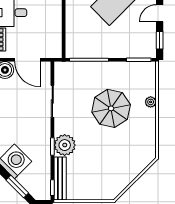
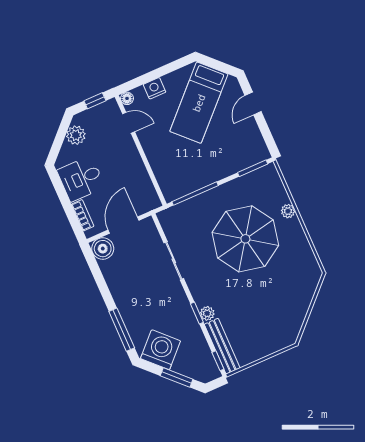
window: (160, 40) -> (267, 135), removed
door: (27, 60) -> (123, 225), swing flipped
parasol: (111, 108) -> (245, 239), width x1.36, depth x1.36
plant: (65, 145) -> (207, 313), width x0.53, depth x0.53

